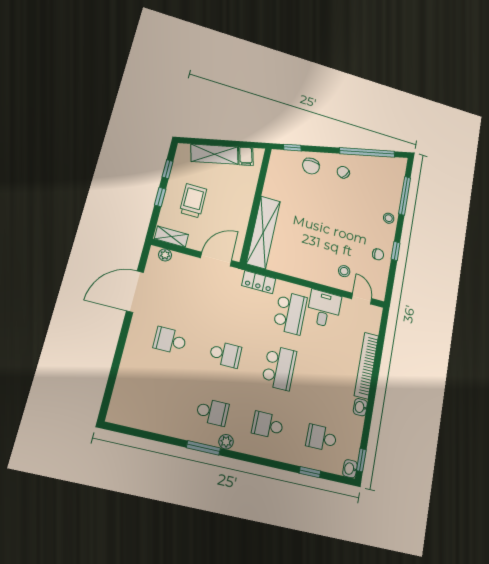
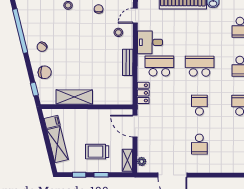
shelving: (263, 232) -> (74, 97), moved, width x0.68
bench: (303, 273) -> (128, 62), added

